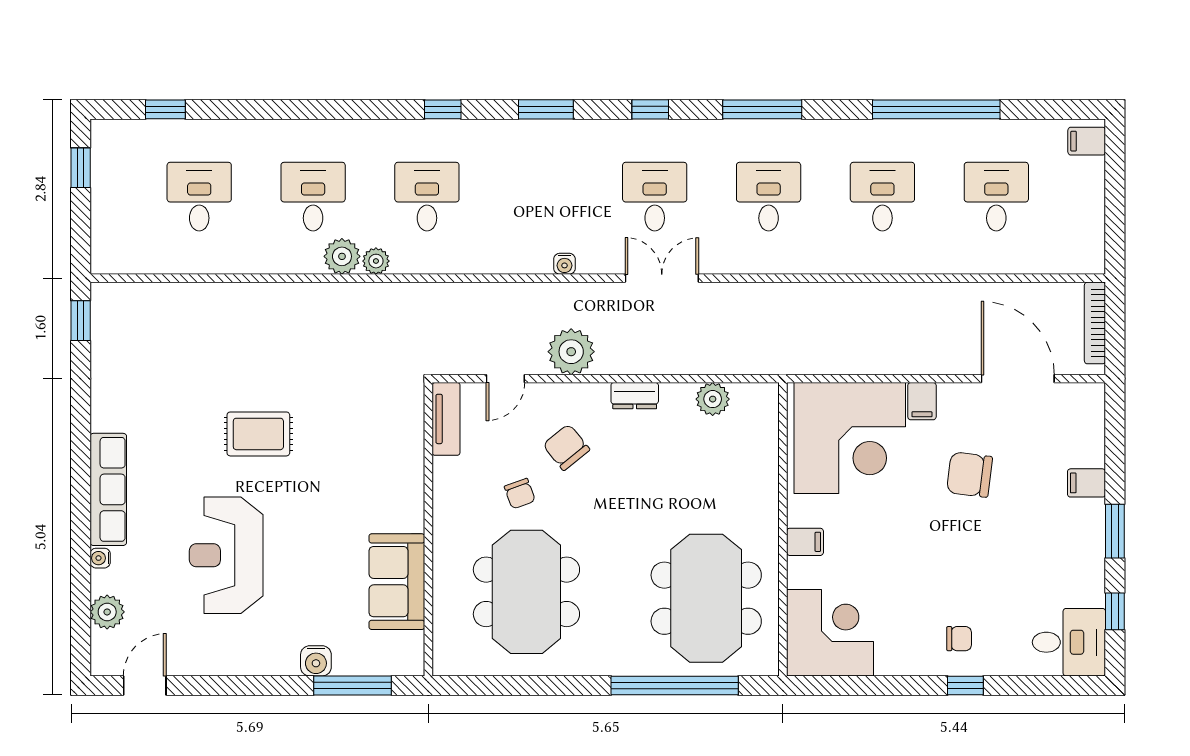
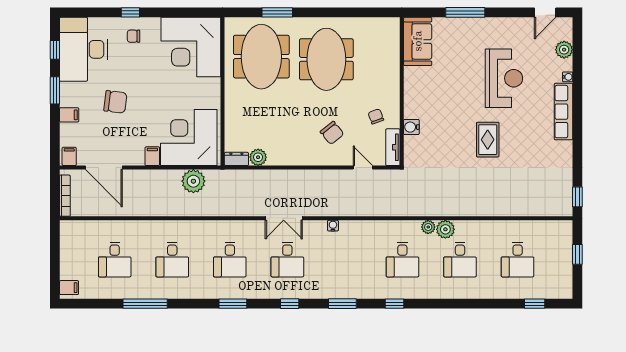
window: (762, 109) -> (233, 304), width x0.69
window: (936, 109) -> (145, 304), width x0.68
window: (81, 168) -> (577, 254), moved
plant: (571, 352) -> (193, 181), moved
door: (505, 379) -> (363, 168), hinge flipped
dresser: (635, 396) -> (236, 159), moved
rug: (258, 434) -> (488, 140), turned 90
chair: (970, 475) -> (115, 102), moved
chair: (520, 494) -> (376, 116), moved
filing cabinet: (805, 542) -> (69, 156), moved, turned 90
sofa: (397, 582) -> (418, 41), moved
meeting table: (526, 592) -> (326, 59), moved
corner desk: (830, 633) -> (191, 47), width x1.36, depth x1.36
desk: (1069, 642) -> (84, 49), width x1.87, depth x1.30
water cooler: (316, 661) -> (411, 127), moved, turned -90
window: (352, 685) -> (465, 12), moved
window: (675, 685) -> (277, 12), width x0.47

